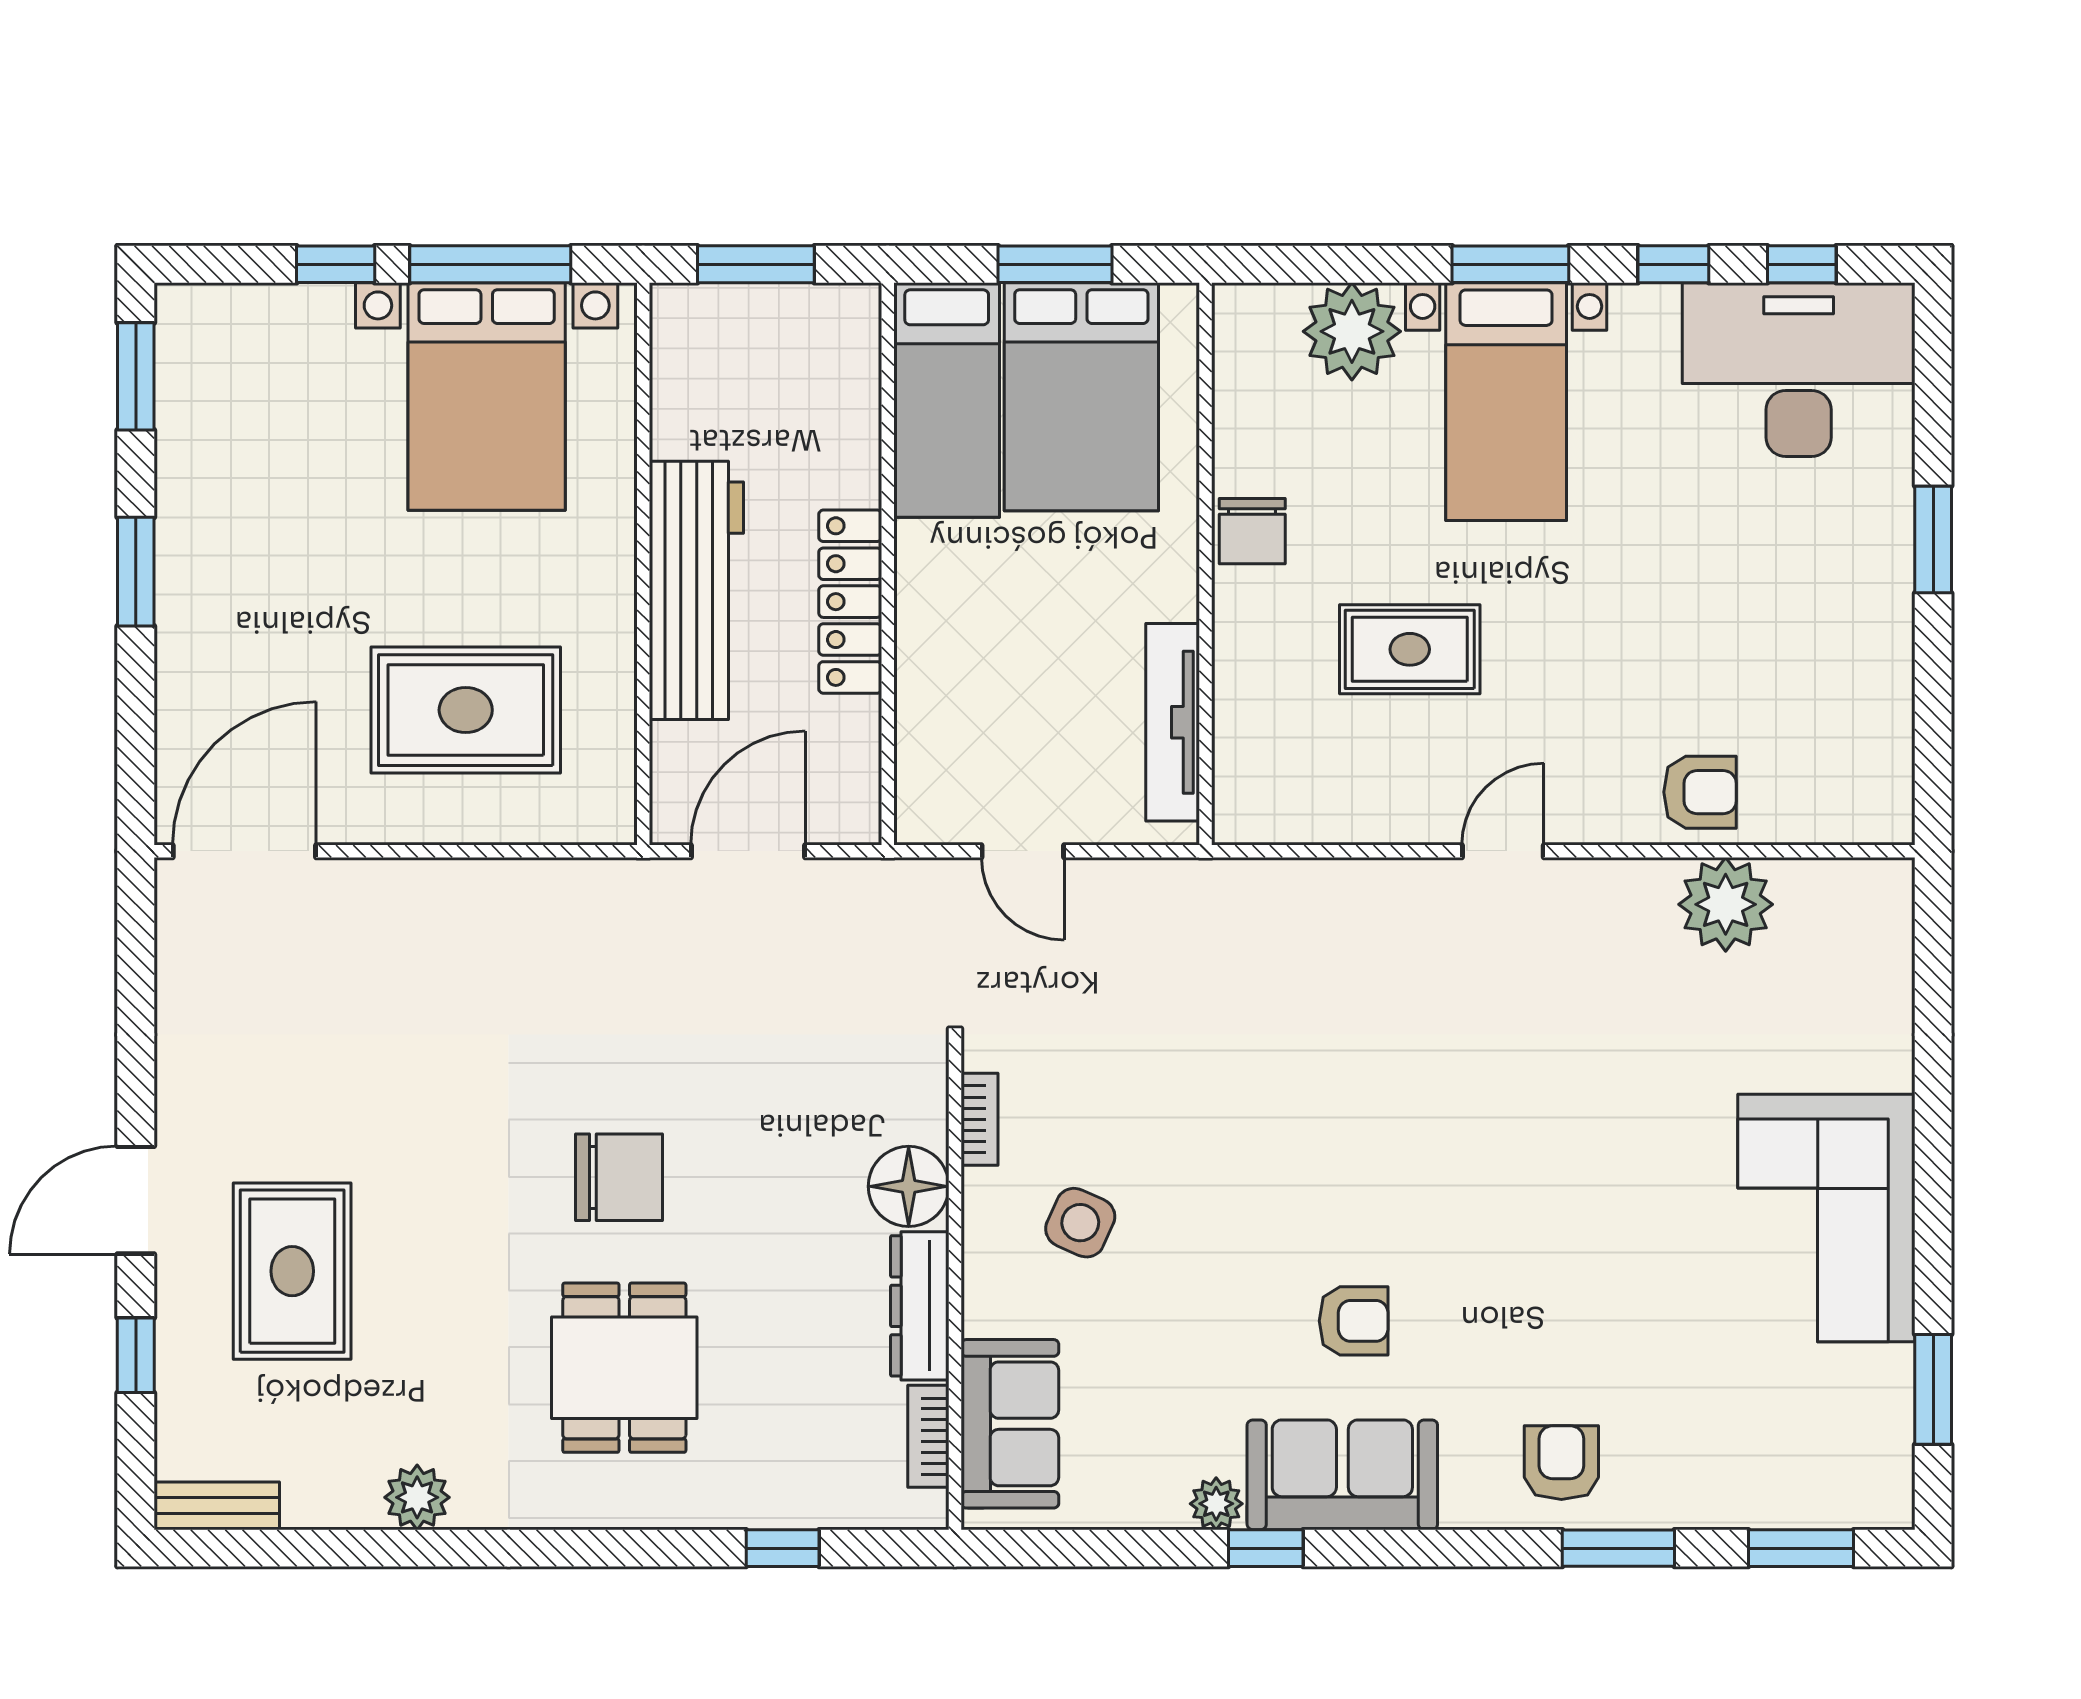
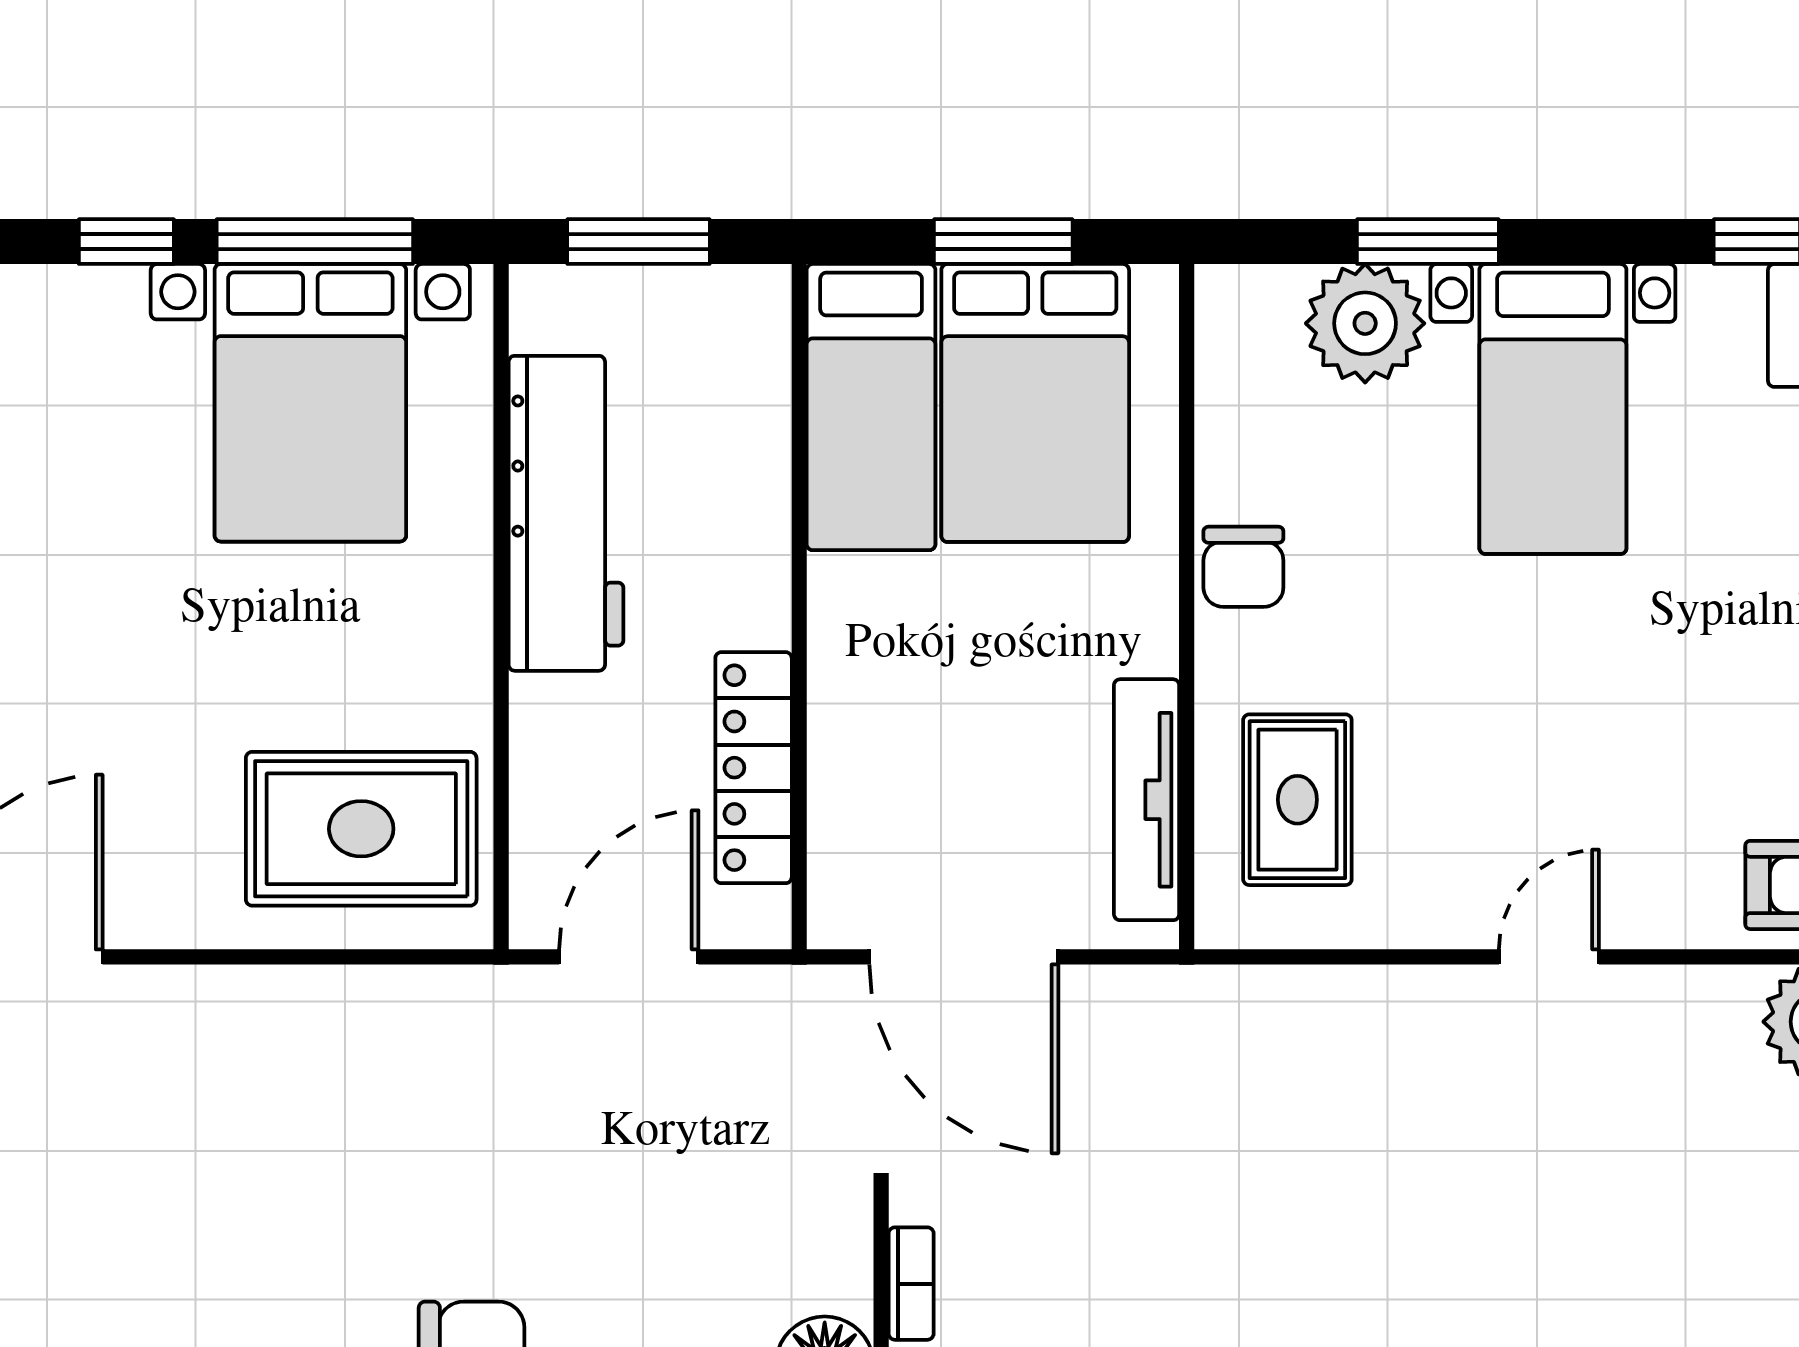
window: (1510, 264) -> (1428, 242), moved
workbench: (696, 590) -> (566, 513), moved
locker: (850, 602) -> (754, 768), moved
rug: (1410, 649) -> (1297, 800), moved, turned 90
rug: (466, 710) -> (361, 829), moved
door: (1023, 851) -> (964, 957), width x1.88

